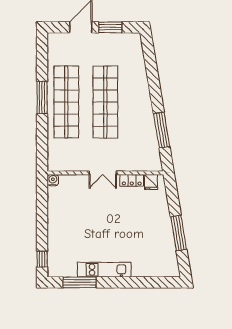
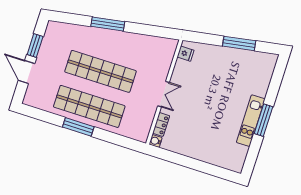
window: (162, 130) -> (108, 24), moved
locker: (132, 180) -> (161, 125), moved
window: (42, 259) -> (223, 173), removed
window: (79, 282) -> (263, 120), moved

